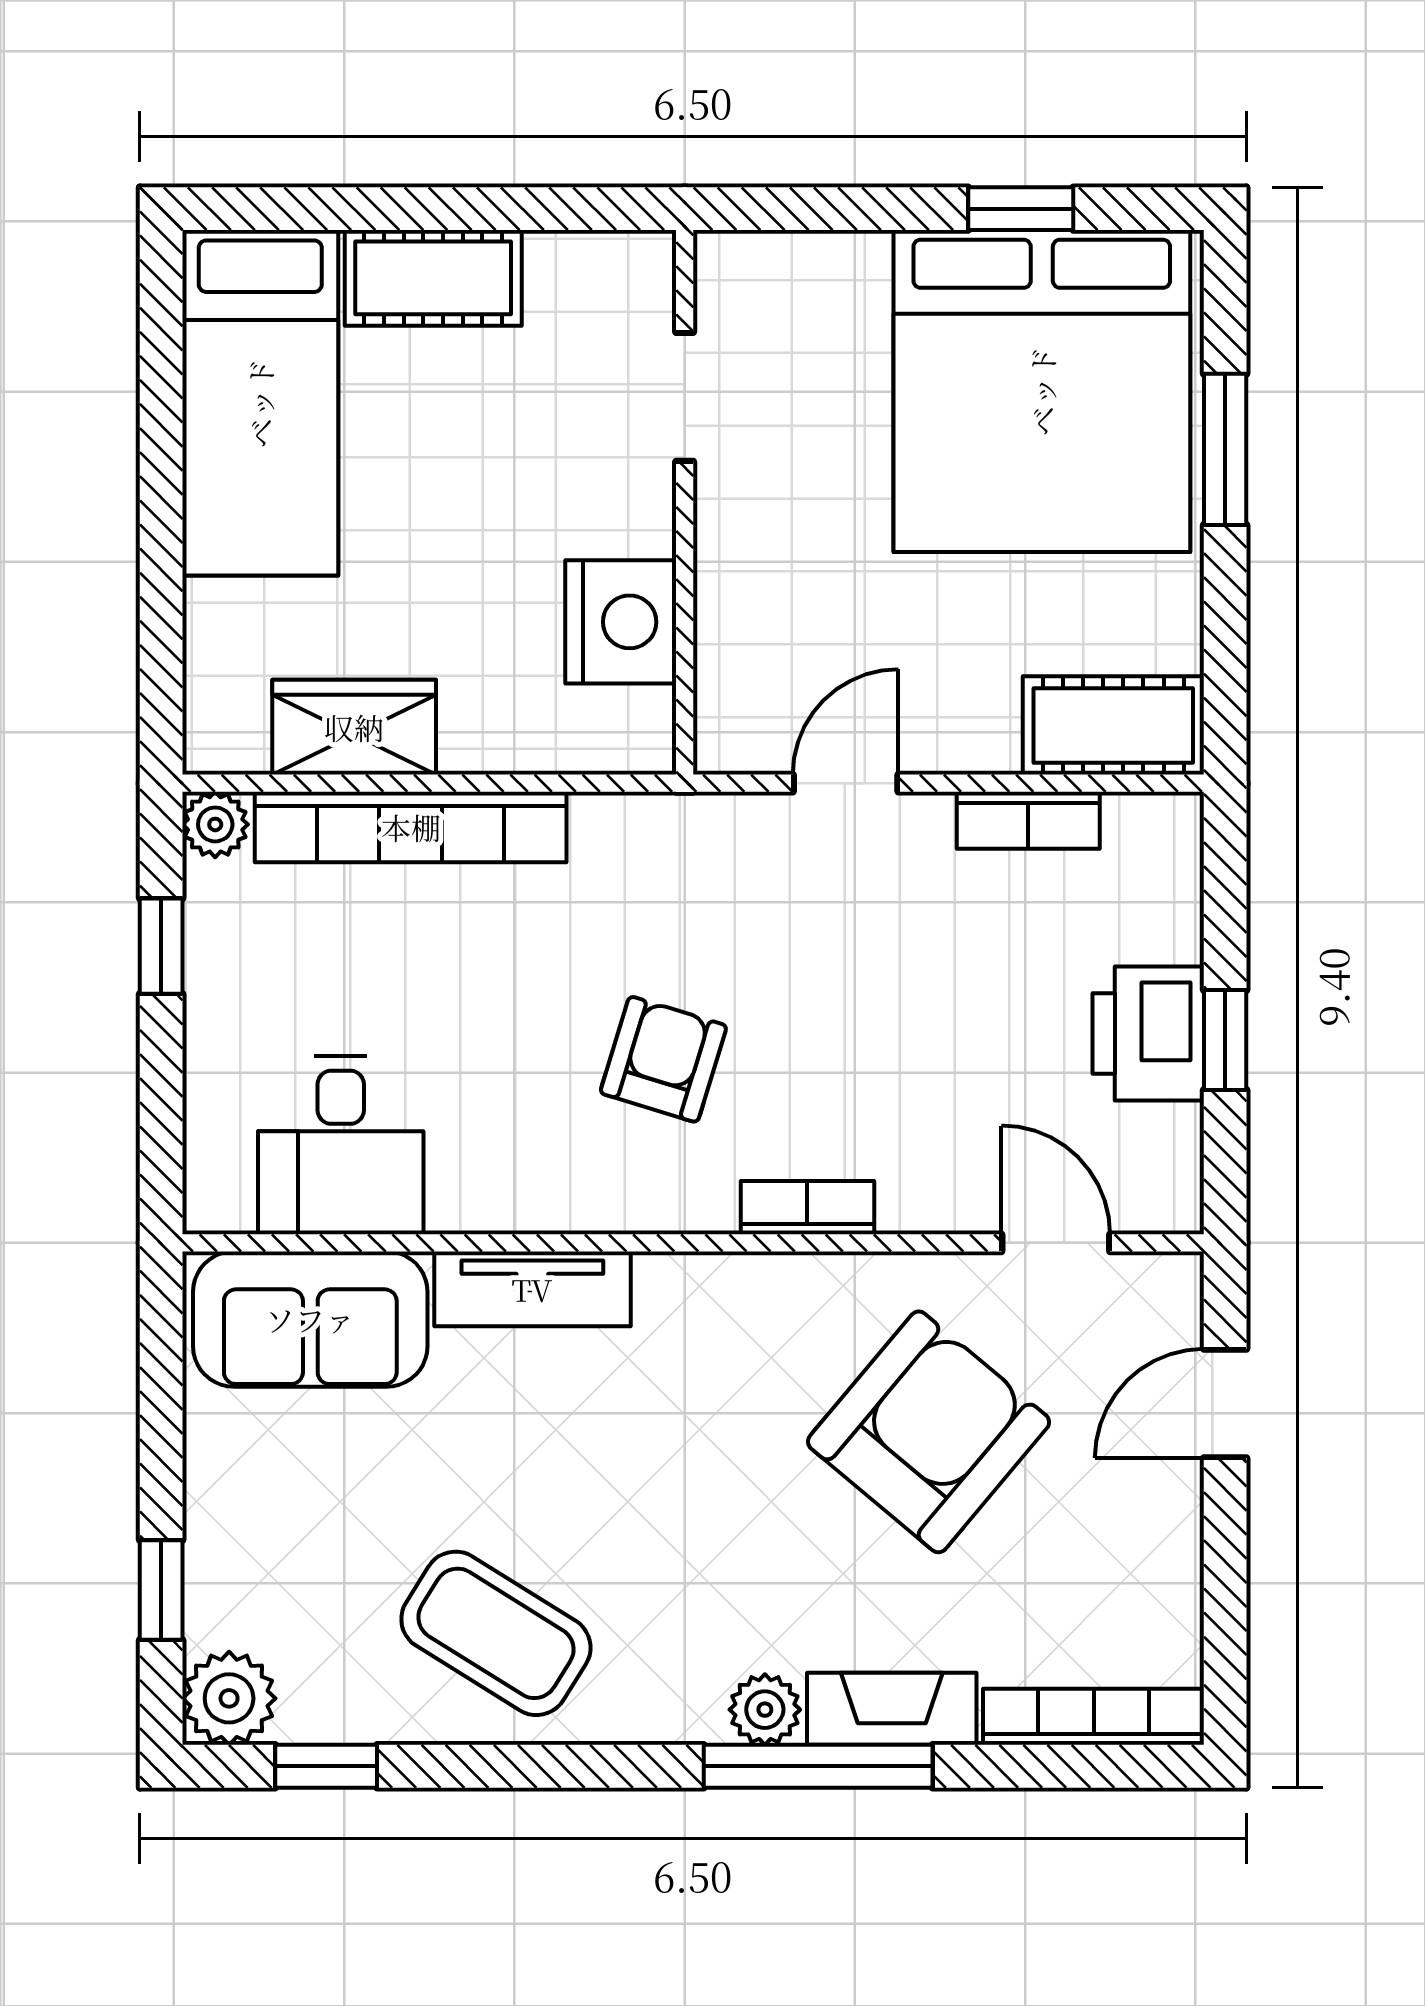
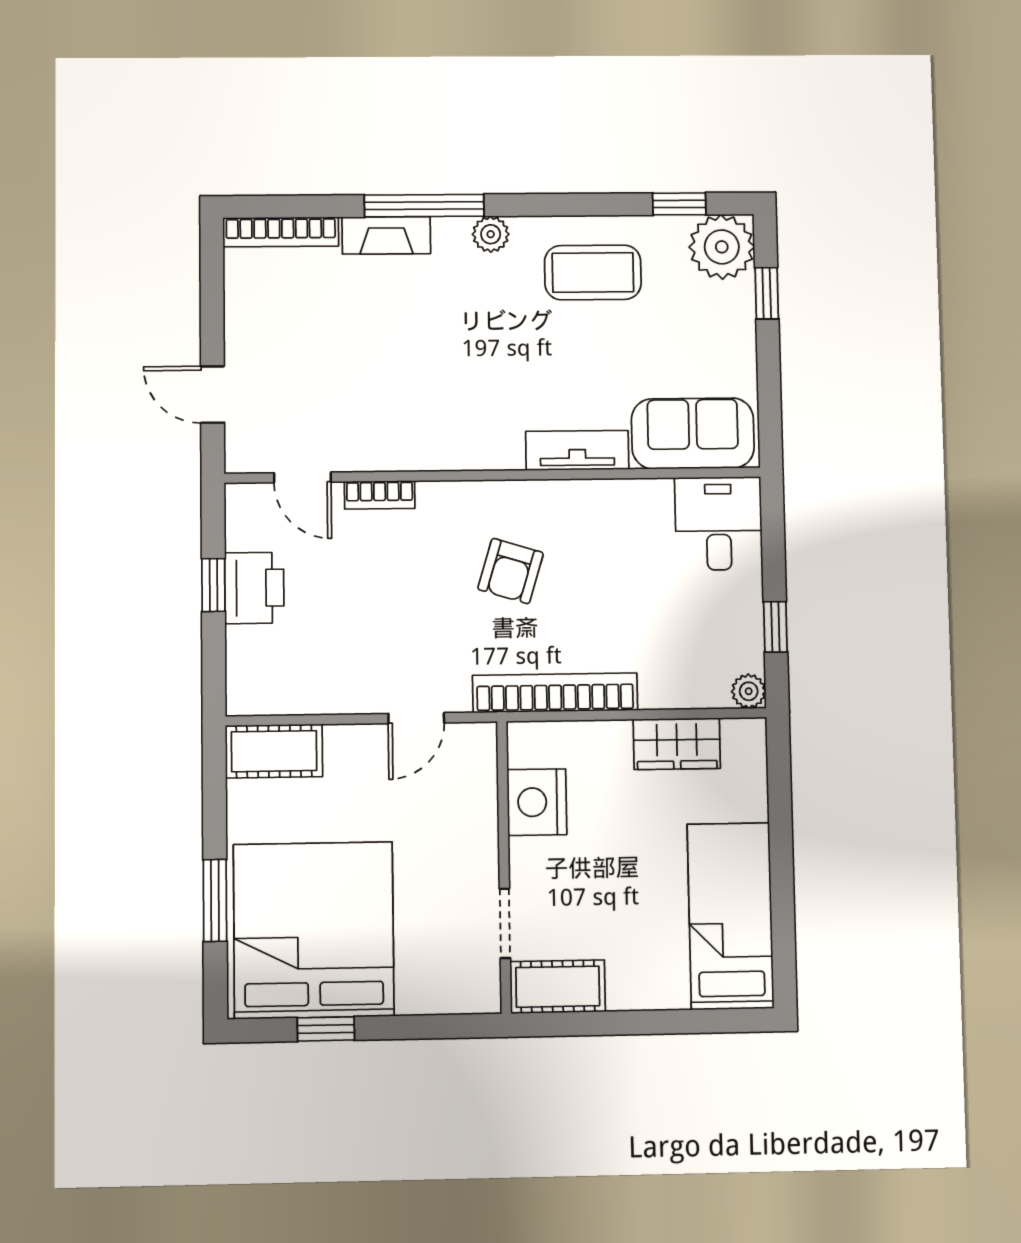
cot: (433, 278) -> (558, 987), moved
bookcase: (1028, 820) -> (319, 700), removed
bookcase: (411, 827) -> (555, 693), moved
desk: (341, 1145) -> (719, 523), moved
bookcase: (807, 1208) -> (380, 495), moved
door: (1225, 1404) -> (213, 394), swing flipped
armchair: (929, 1432) -> (369, 378), removed
coffee table: (496, 1633) -> (593, 272), turned -32
plant: (229, 1698) -> (722, 247), width x1.36, depth x1.36
plant: (765, 1710) -> (491, 234), moved

